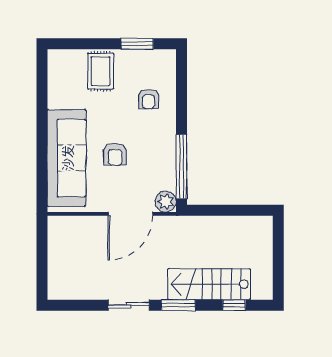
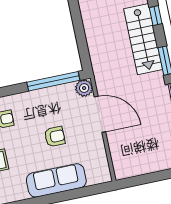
sofa: (67, 158) -> (56, 180), width x0.74, depth x0.79

